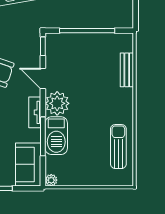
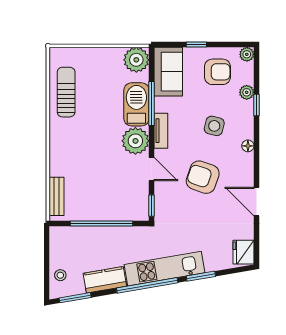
bench: (127, 70) -> (57, 196), moved
sun lounger: (118, 147) -> (66, 92), turned 180
plant: (51, 180) -> (136, 60), width x1.87, depth x1.87

